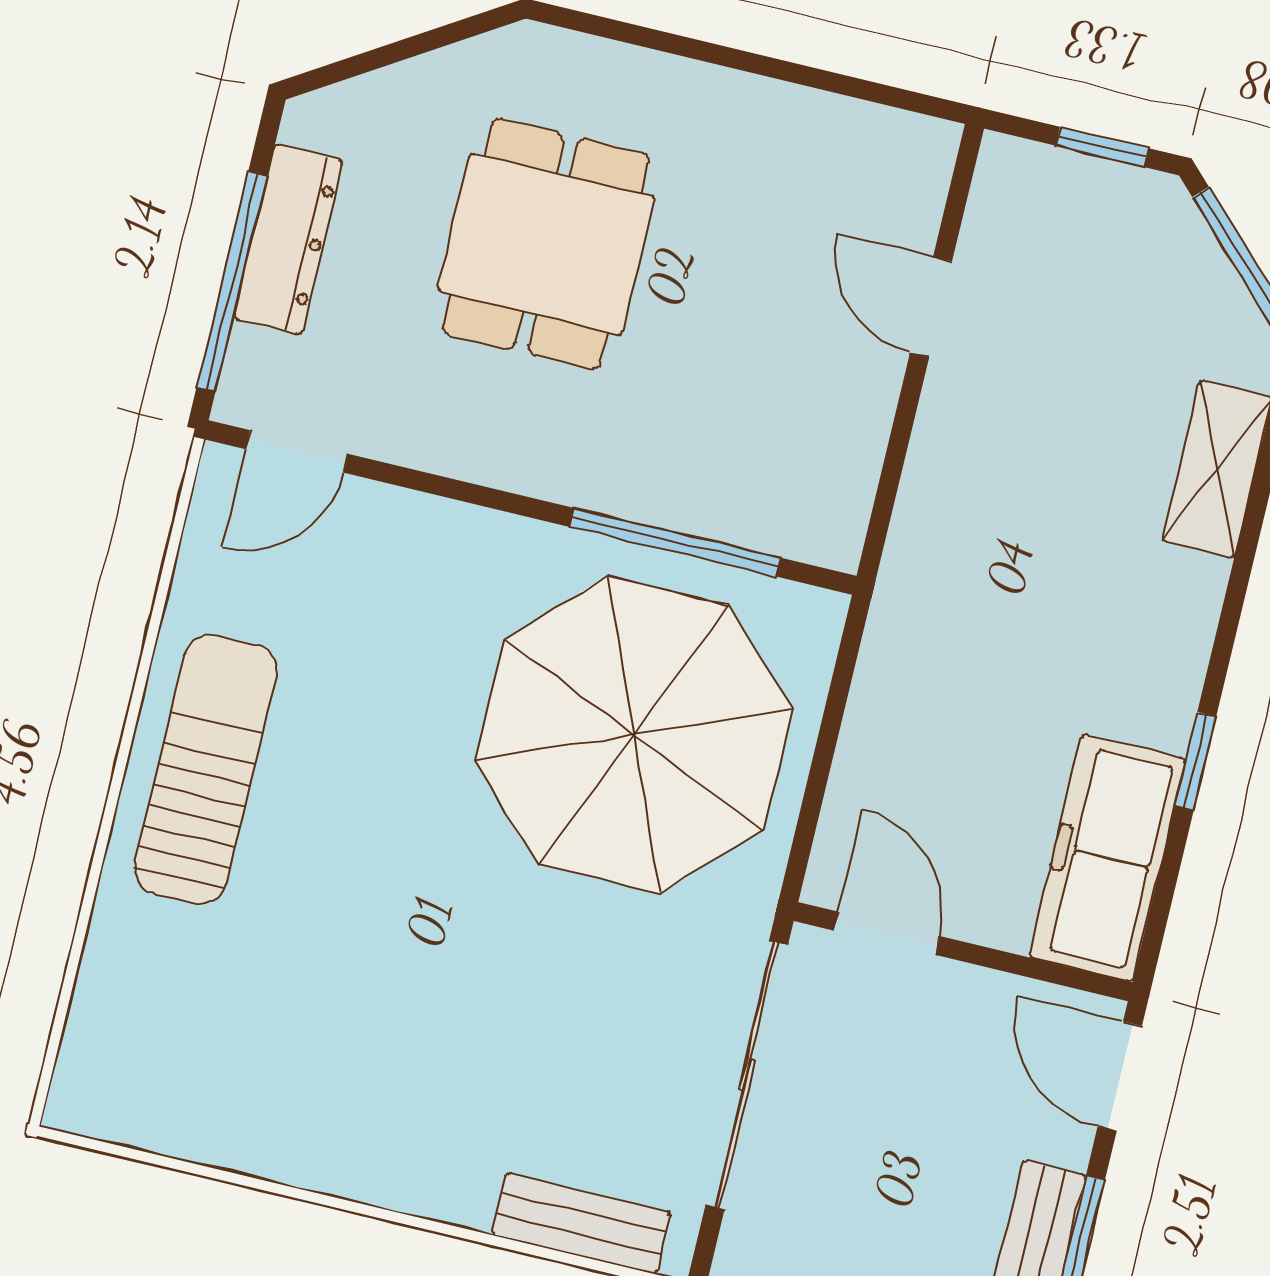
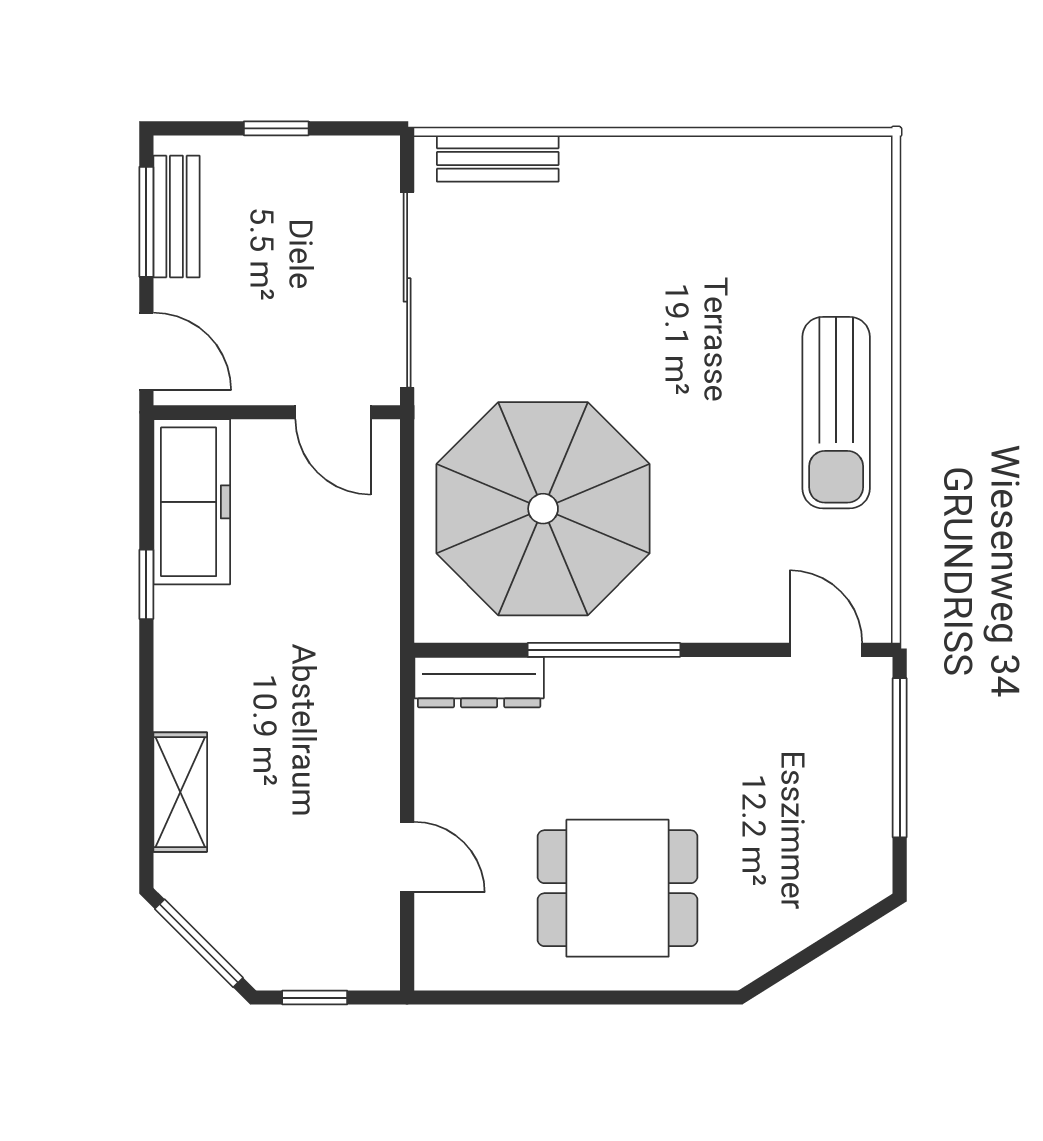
dresser: (288, 239) -> (479, 682), moved, turned -90
dining table: (546, 244) -> (618, 888), moved, turned 90
door: (297, 451) -> (826, 650), hinge flipped
window: (675, 542) -> (604, 650), moved

